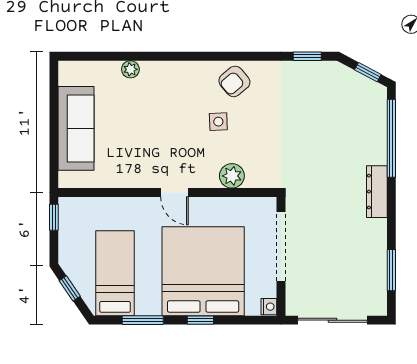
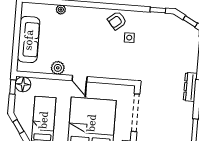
side table: (218, 122) -> (129, 38), moved
plant: (232, 176) -> (58, 68), moved
floor lamp: (72, 211) -> (23, 84), added

